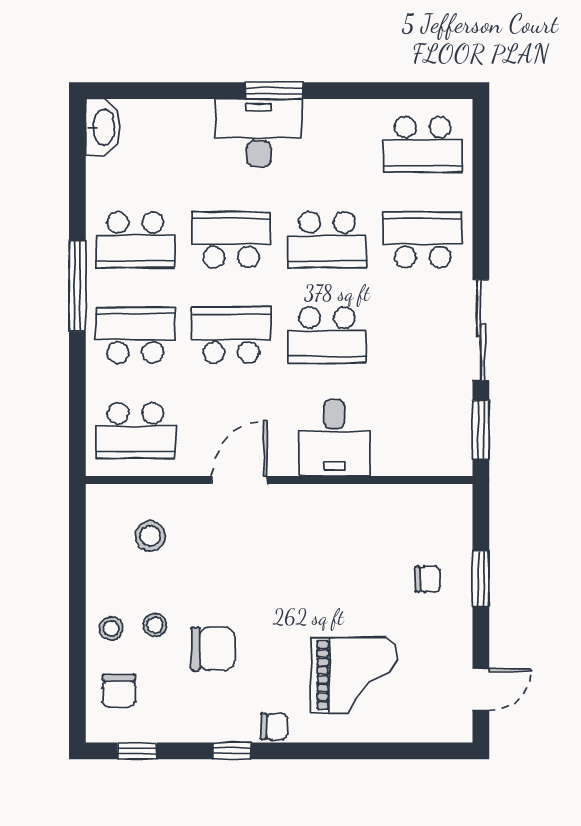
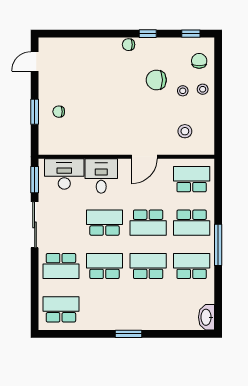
desk: (259, 133) -> (64, 174), moved, turned 180
school desk: (231, 240) -> (148, 266), turned 180
grand piano: (354, 675) -> (92, 68), removed

